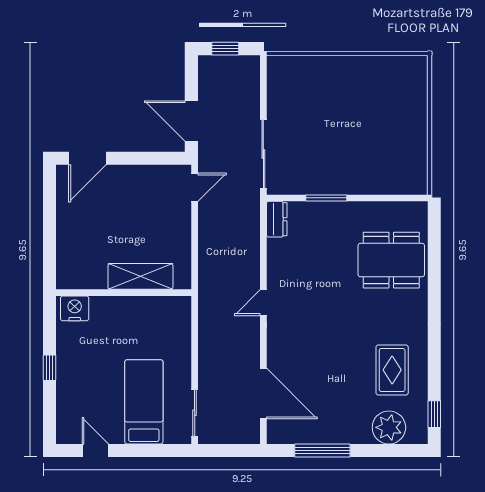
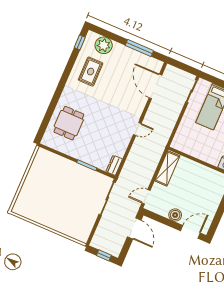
boiler: (128, 177) -> (175, 215), added
dining table: (391, 260) -> (69, 123), width x0.73
shelving: (140, 276) -> (167, 168), moved, turned 90

